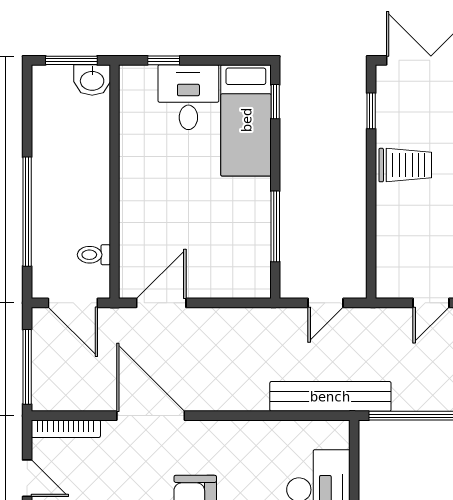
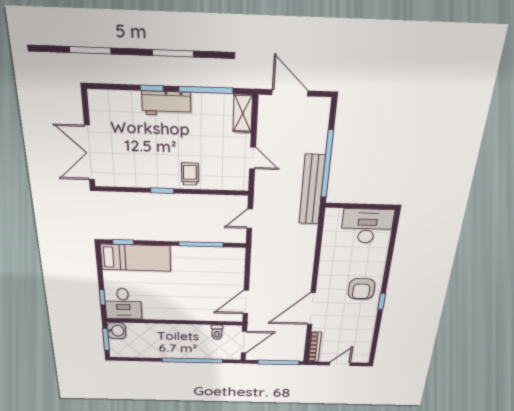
desk: (188, 97) -> (123, 304), moved, turned -90
window: (371, 111) -> (162, 191), moved
trolley: (405, 165) -> (190, 174), moved, width x0.73, depth x0.72
door: (161, 303) -> (246, 302), hinge flipped
door: (326, 303) -> (250, 219), swing flipped
bench: (330, 396) -> (312, 190), moved

